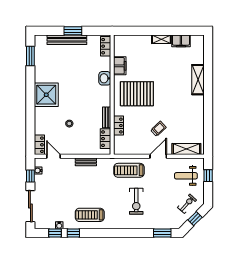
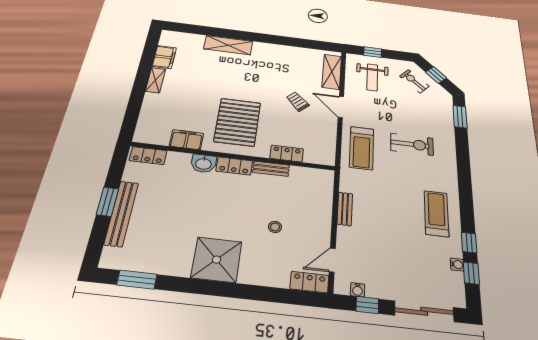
locker: (106, 139) -> (234, 166), moved
treadmill: (90, 215) -> (436, 213), turned 180

